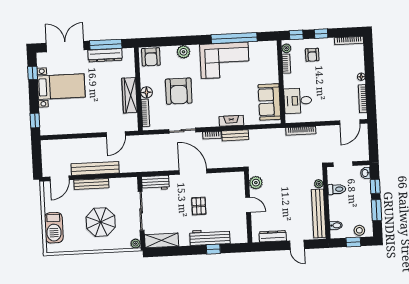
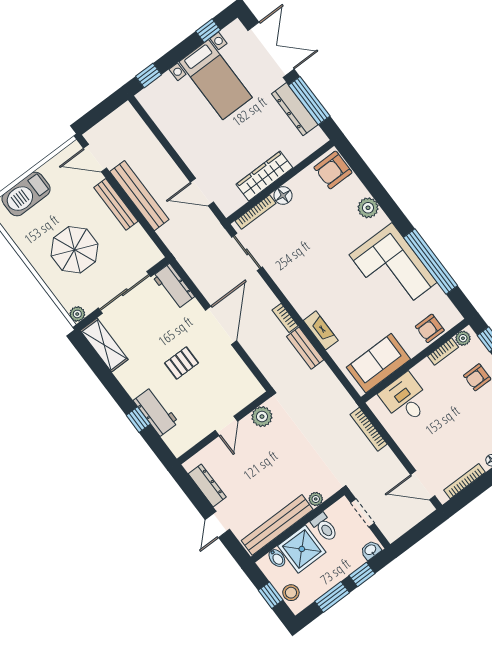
armchair: (179, 91) -> (430, 328), moved, width x0.53, depth x0.53
sliding door: (182, 131) -> (247, 252), moved
shower: (340, 209) -> (302, 549), added
workbench: (210, 237) -> (156, 412), width x0.73

